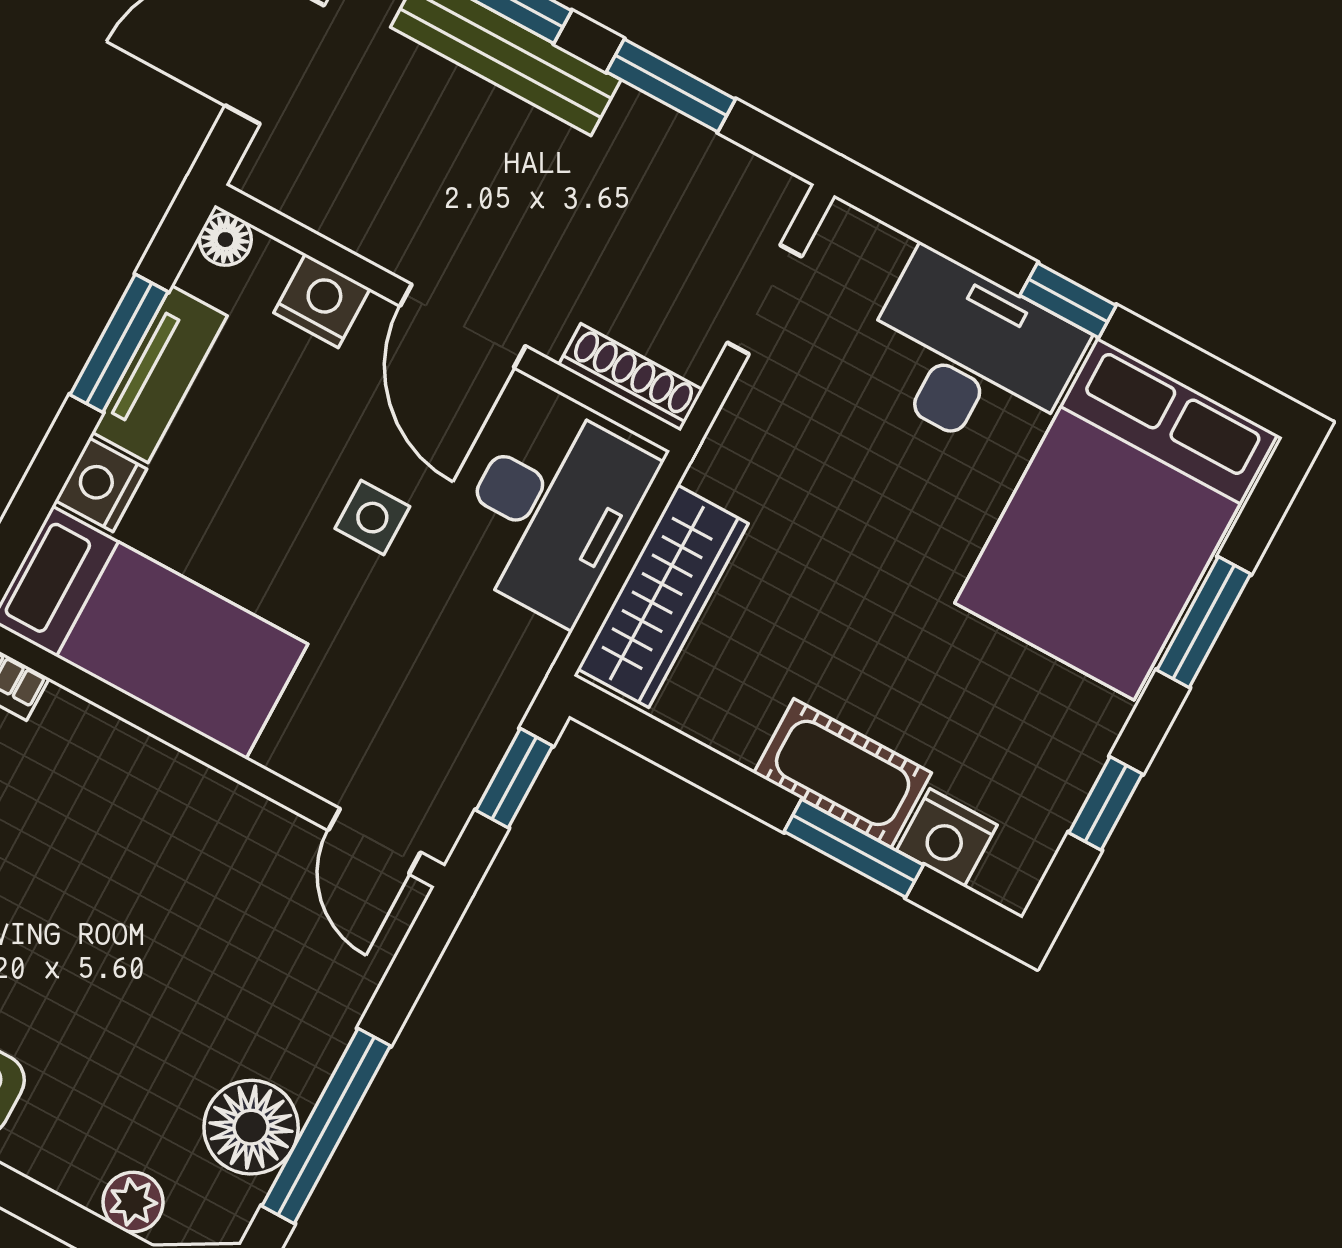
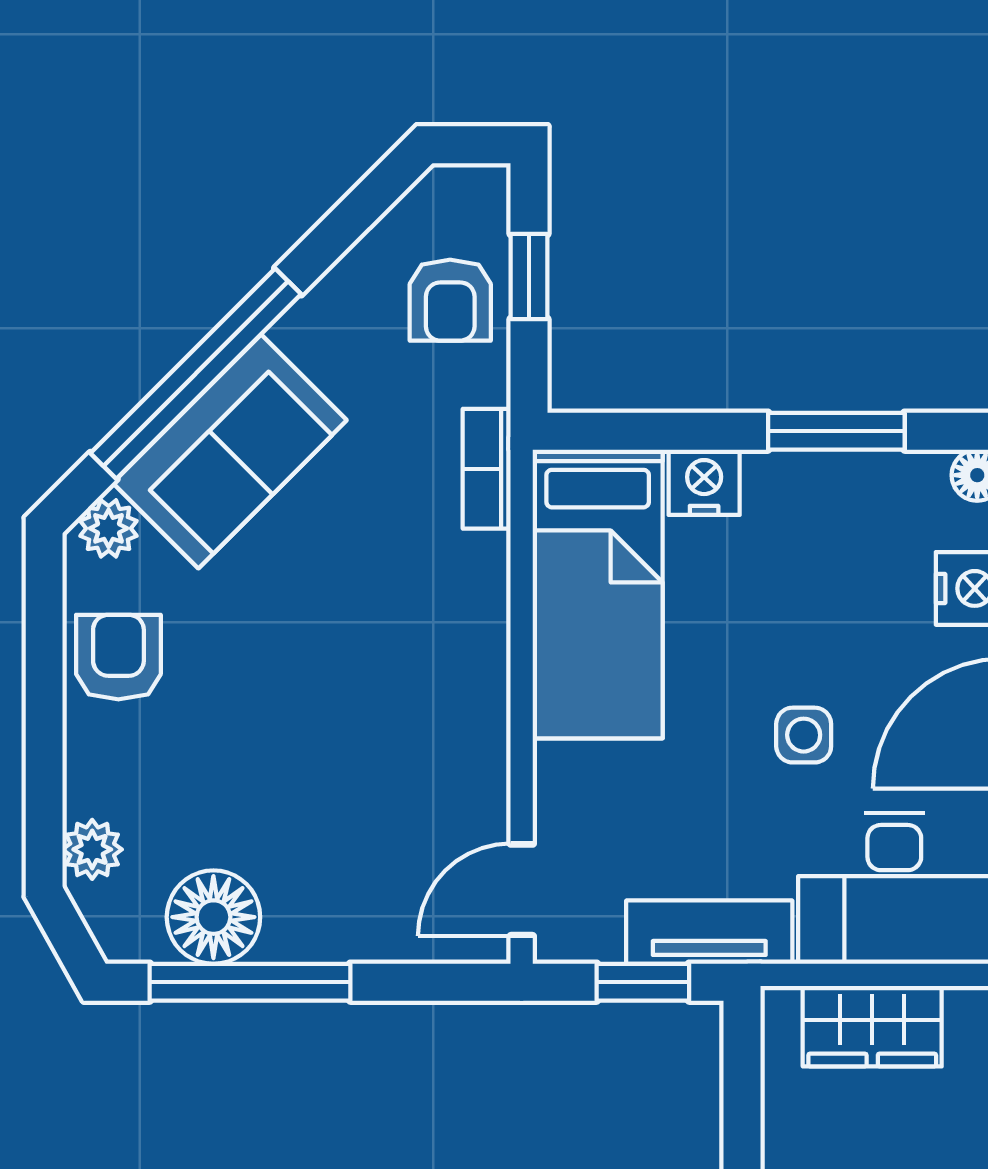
tv unit: (160, 374) -> (709, 932), moved, turned 180
wardrobe: (663, 596) -> (872, 1026), width x0.67

